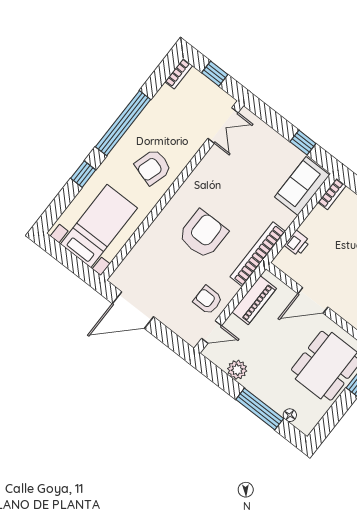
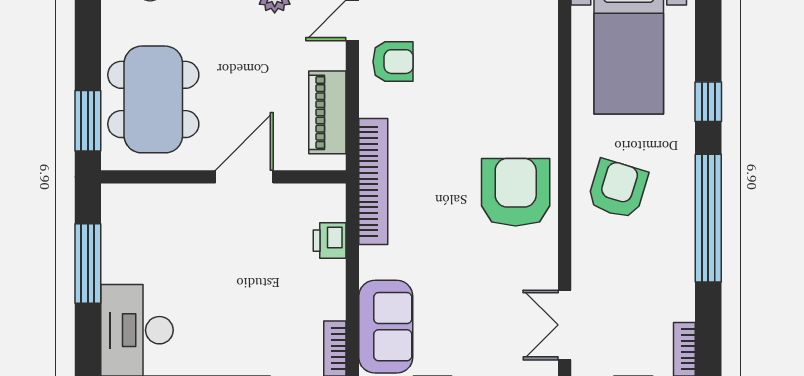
armchair: (203, 234) -> (516, 192), moved, turned 180

